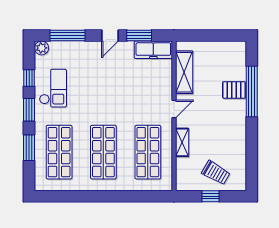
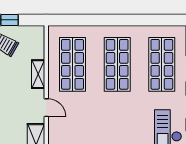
door: (174, 109) -> (46, 108), swing flipped

